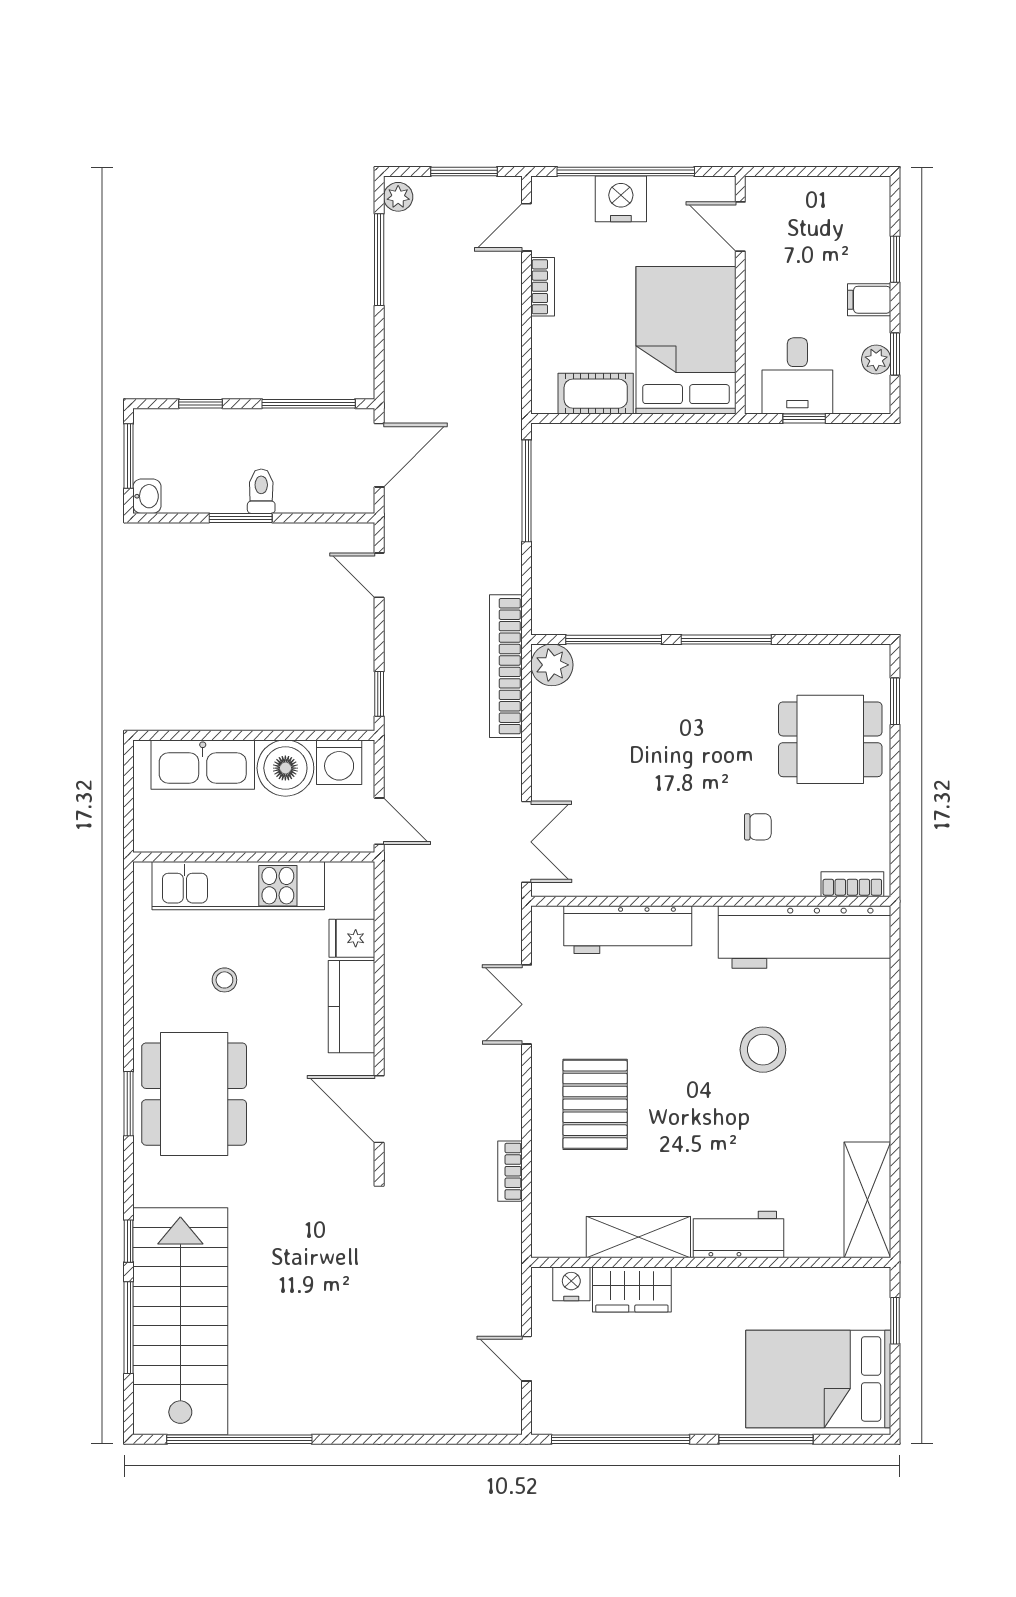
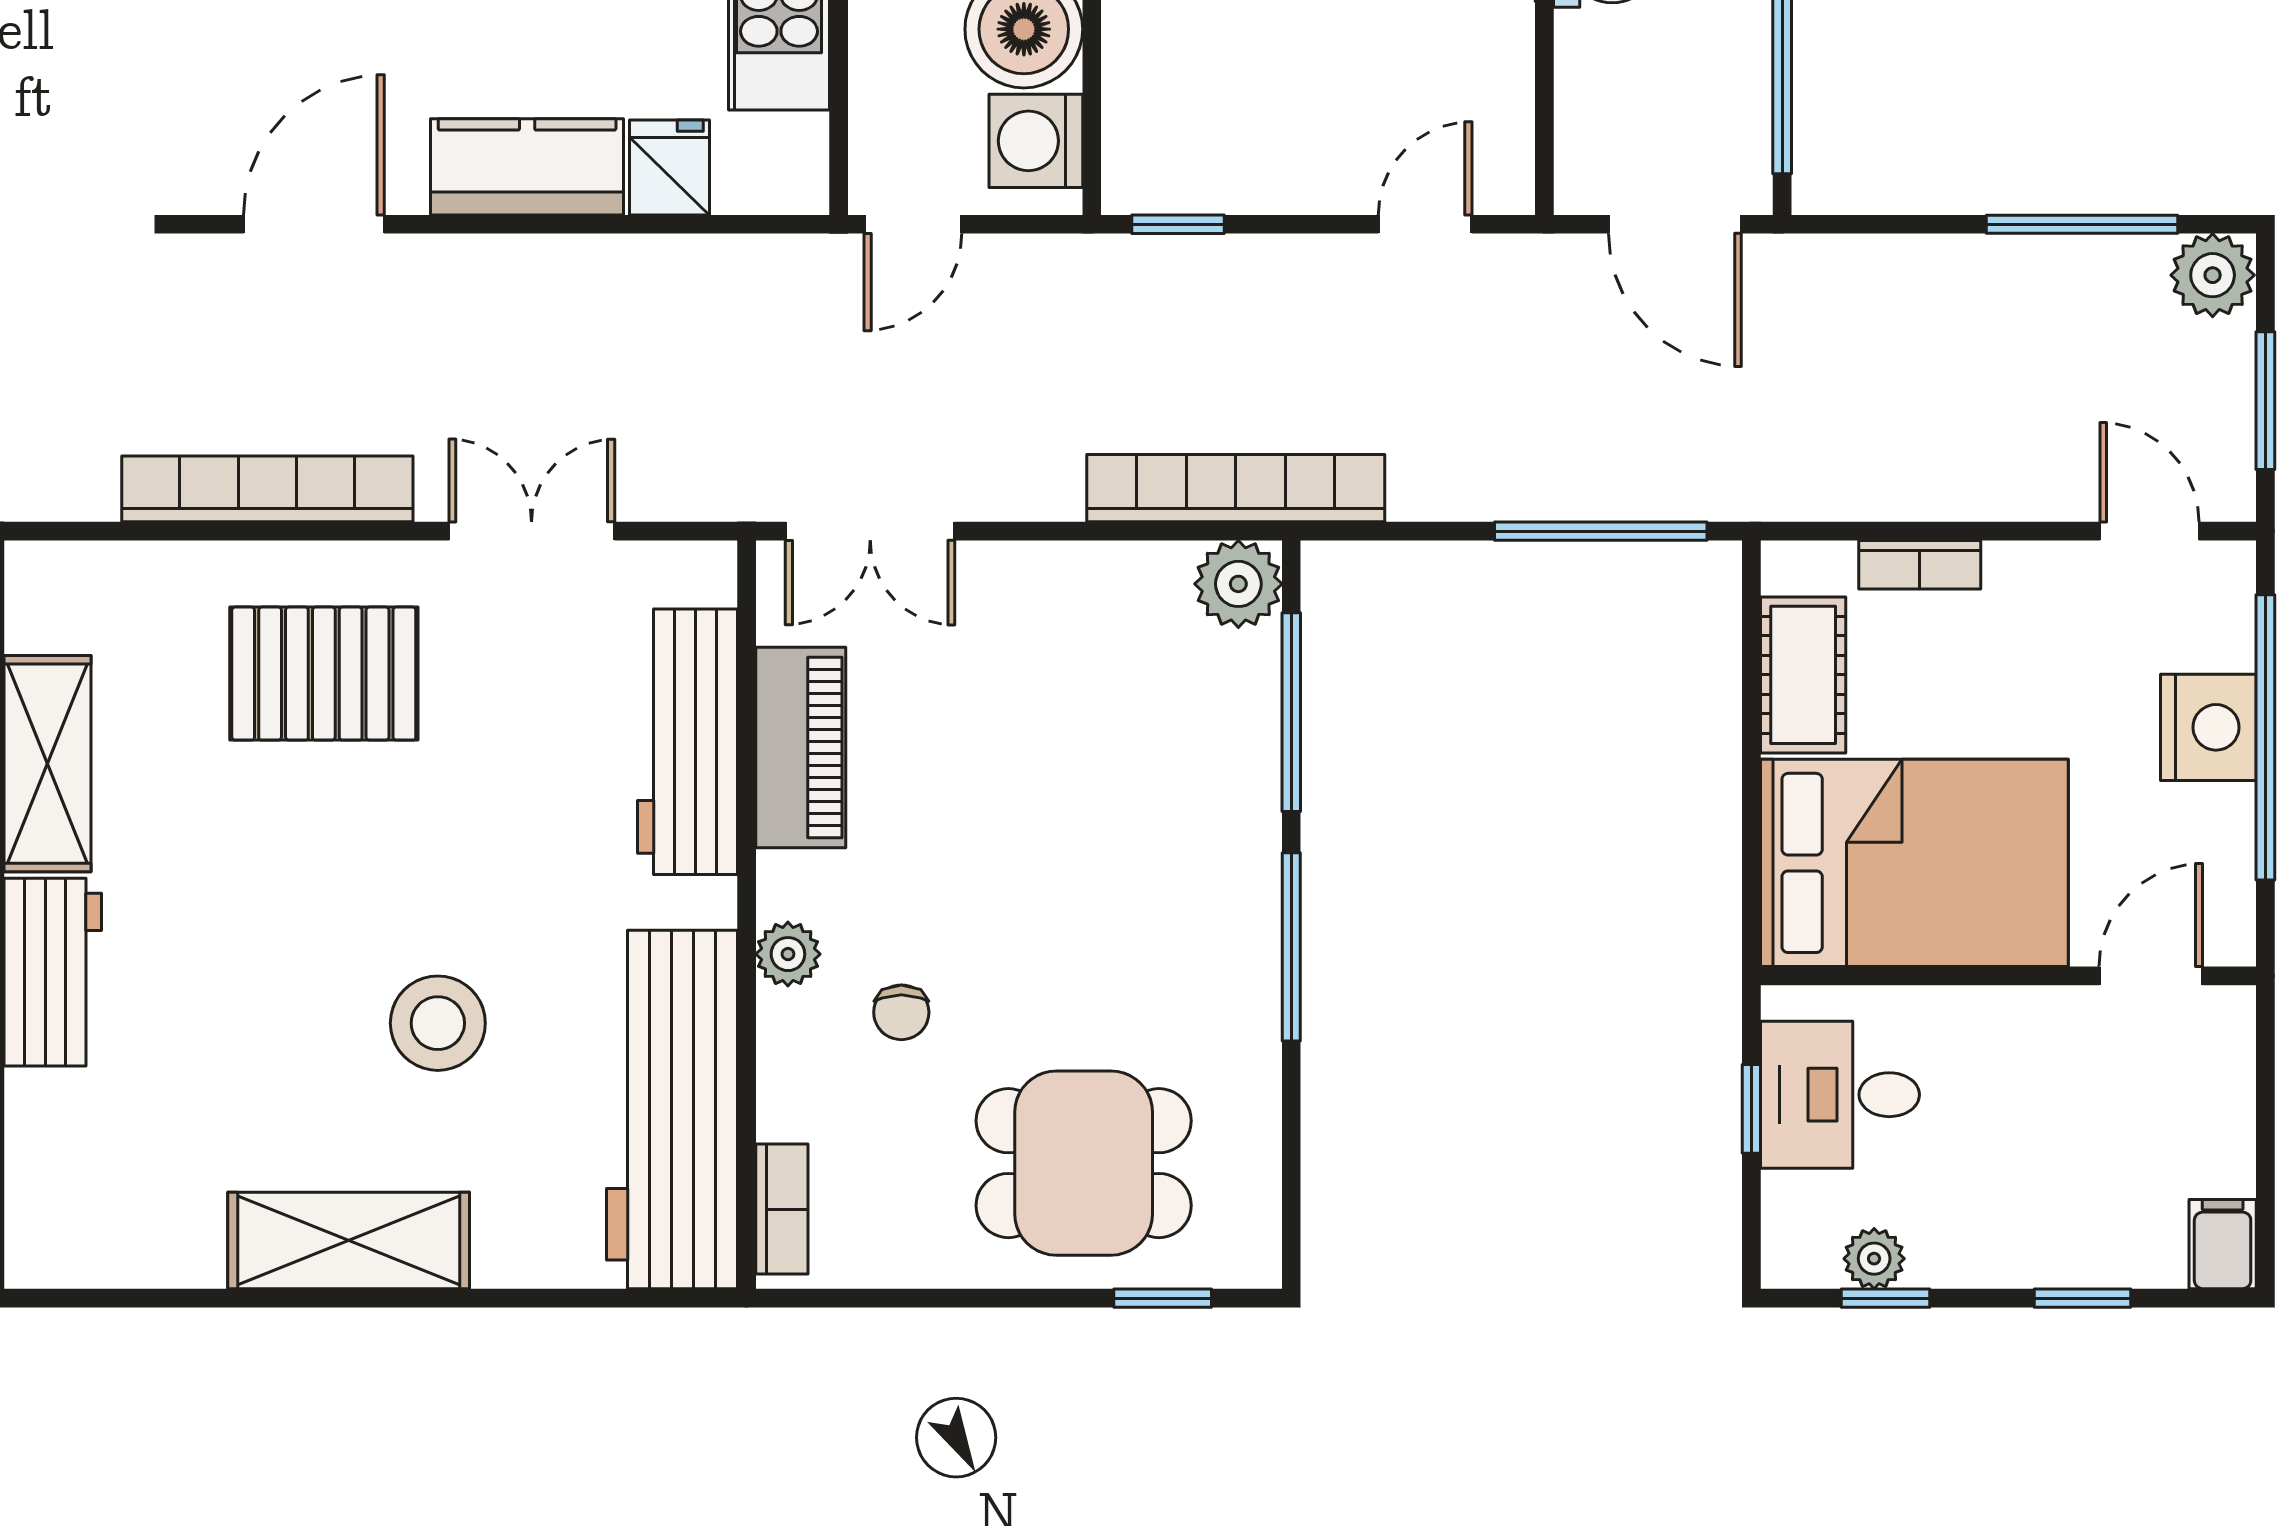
plant: (398, 197) -> (2213, 275), width x1.38, depth x1.38
bookcase: (543, 287) -> (1920, 565), moved
filing cabinet: (869, 300) -> (2223, 1244), moved
dining table: (830, 739) -> (1084, 1163), turned 90
piano: (631, 875) -> (801, 747), added
plant: (730, 881) -> (788, 954), added
bookcase: (510, 1171) -> (267, 489), width x2.31, depth x1.31
shelving: (867, 1200) -> (349, 1241), moved

